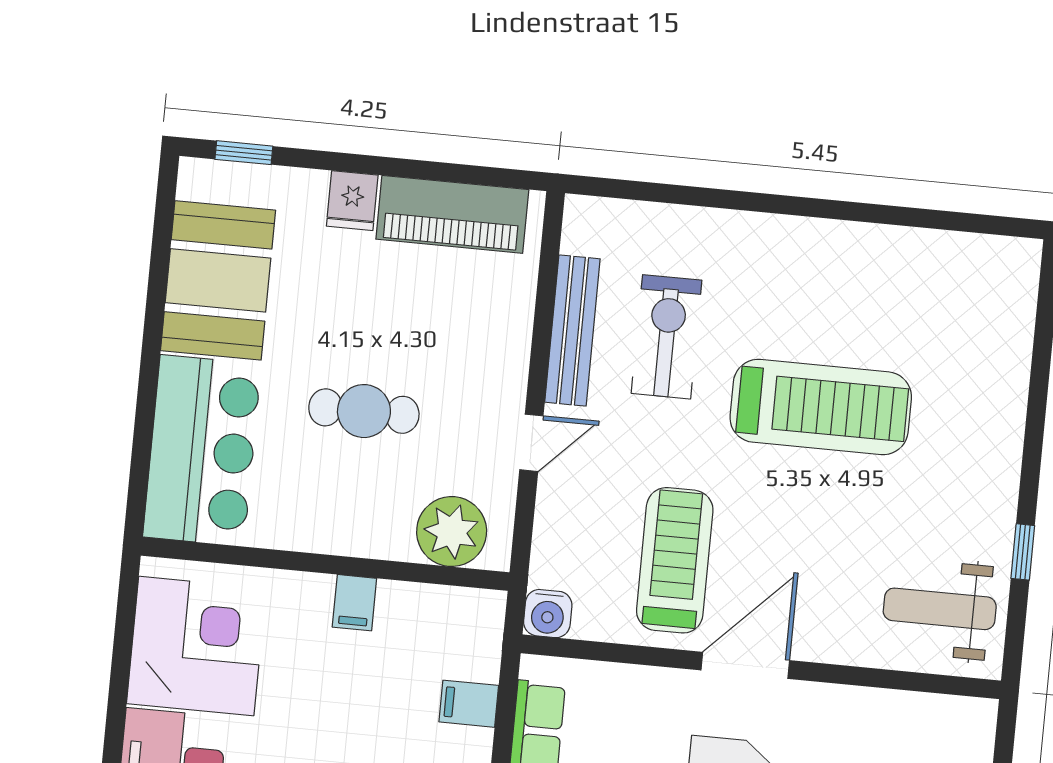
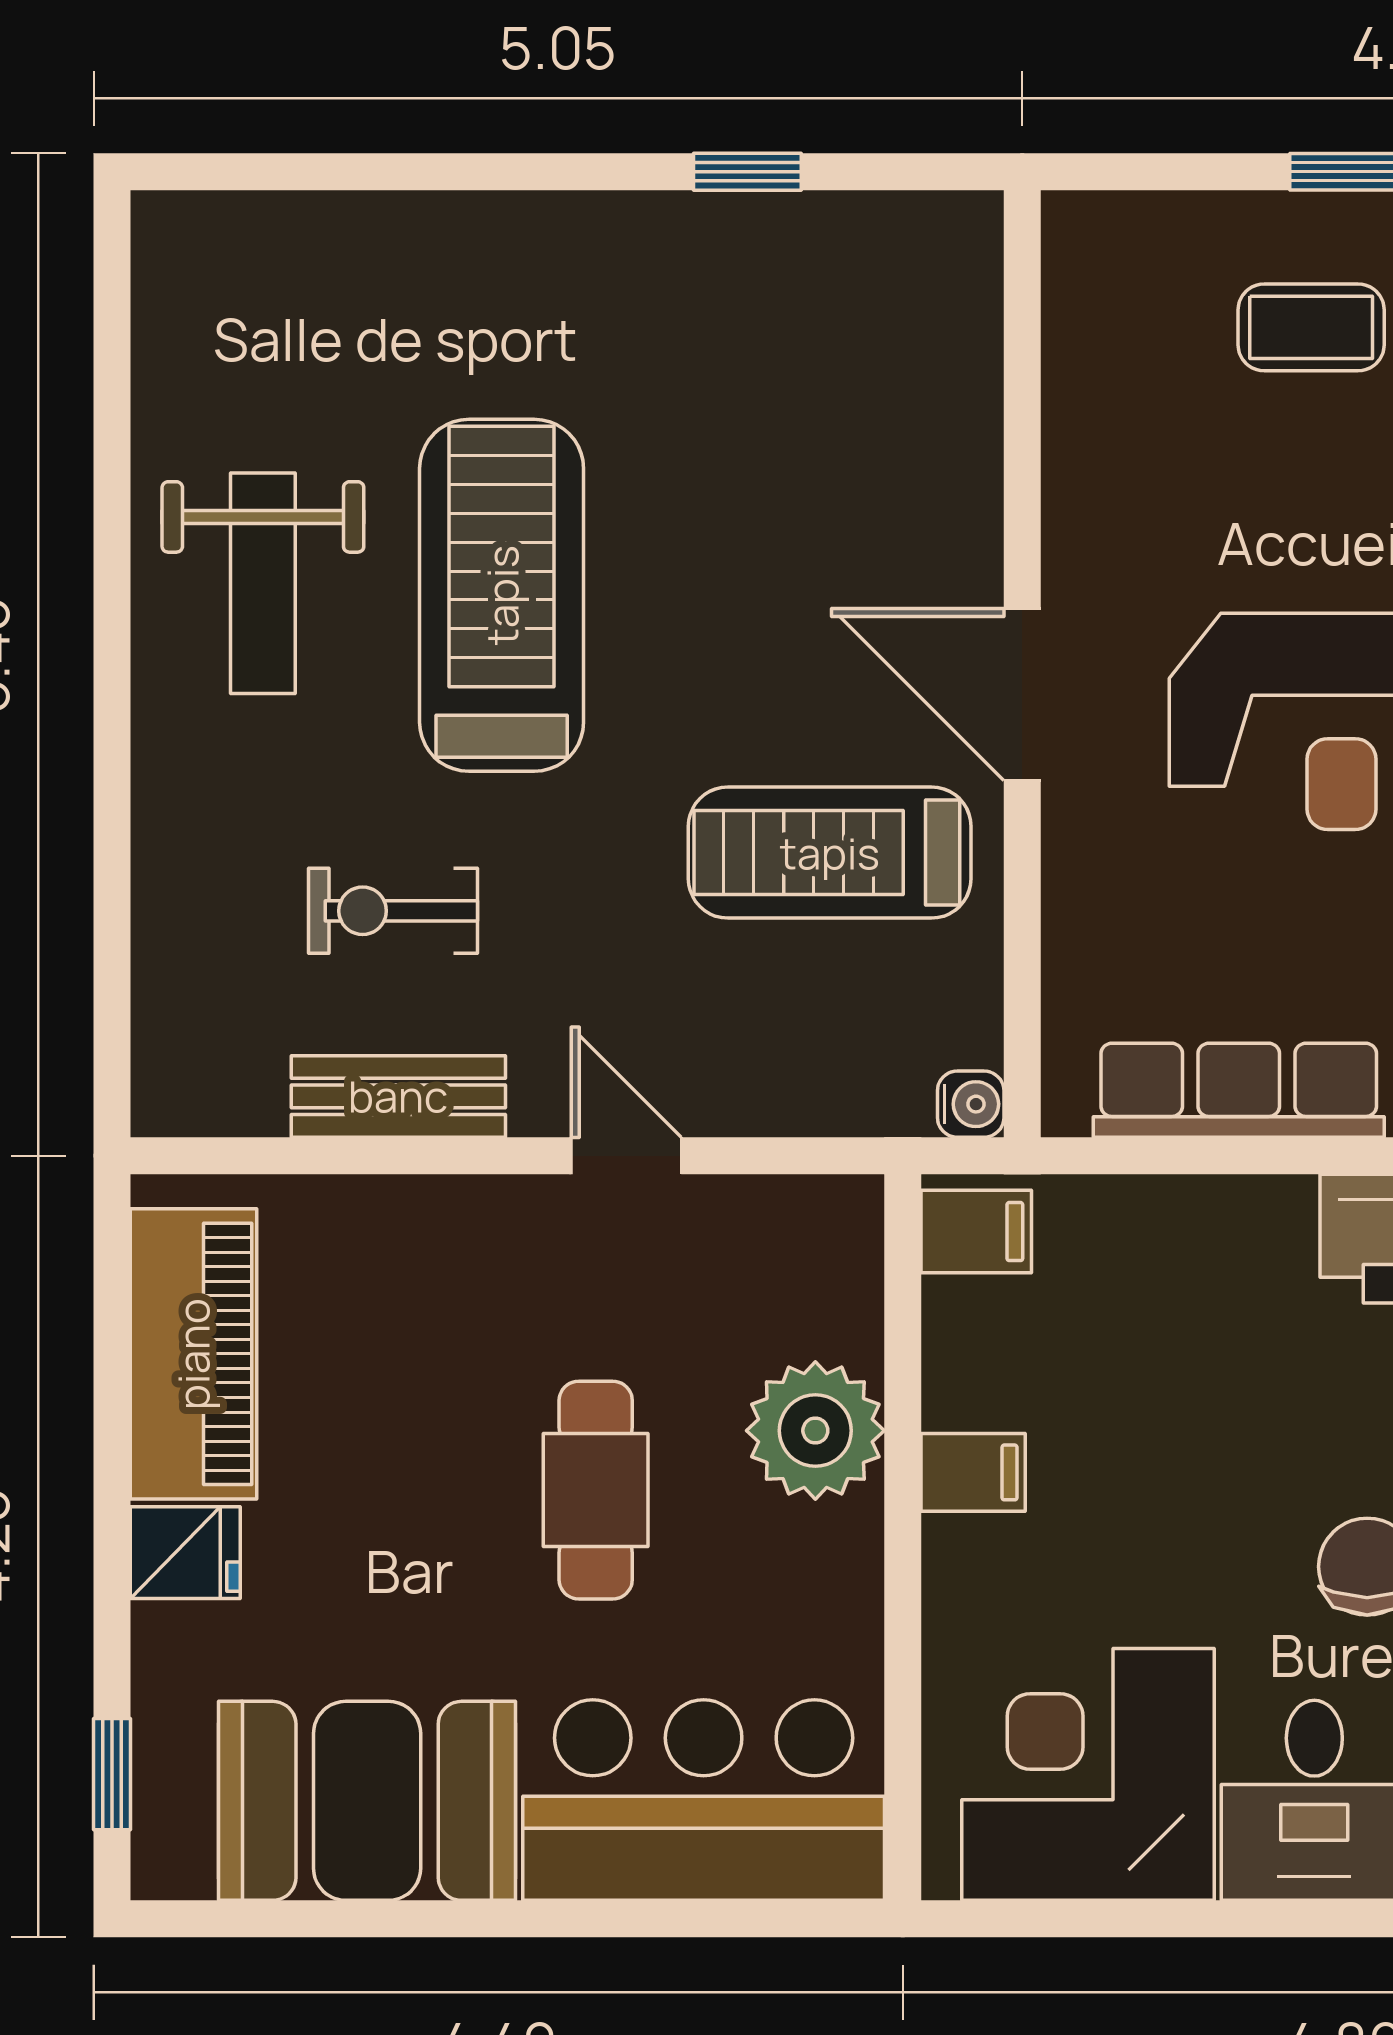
bench: (572, 331) -> (398, 1096), width x0.73
exercise bike: (667, 337) -> (393, 911), width x0.73, depth x0.72
plant: (452, 532) -> (815, 1431), moved
weight bench: (940, 609) -> (263, 583), moved
water cooler: (548, 614) -> (971, 1104), width x0.72, depth x0.72
filing cabinet: (469, 704) -> (976, 1232), moved, turned -90

